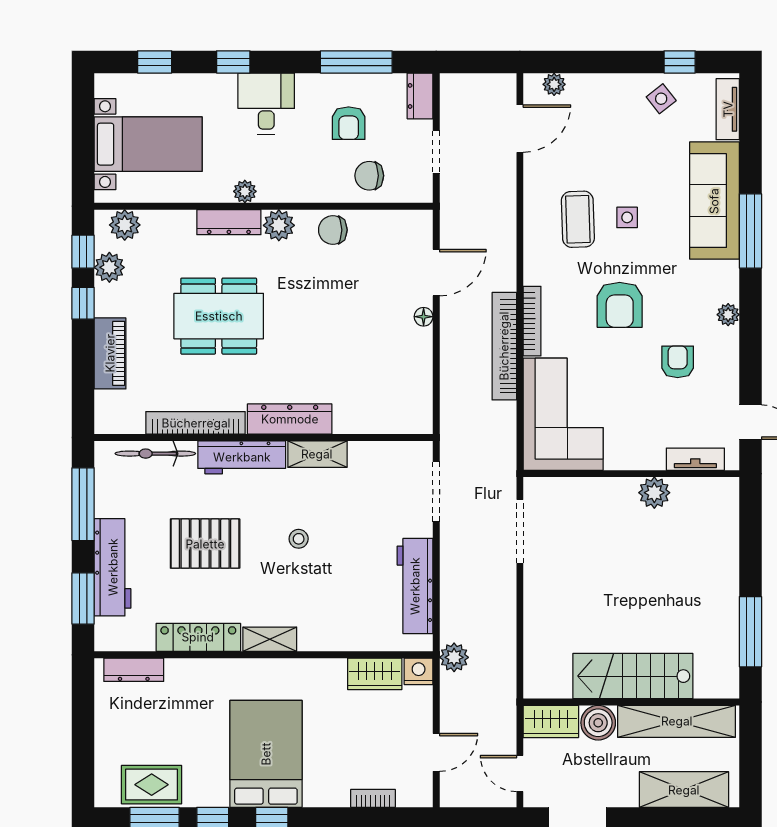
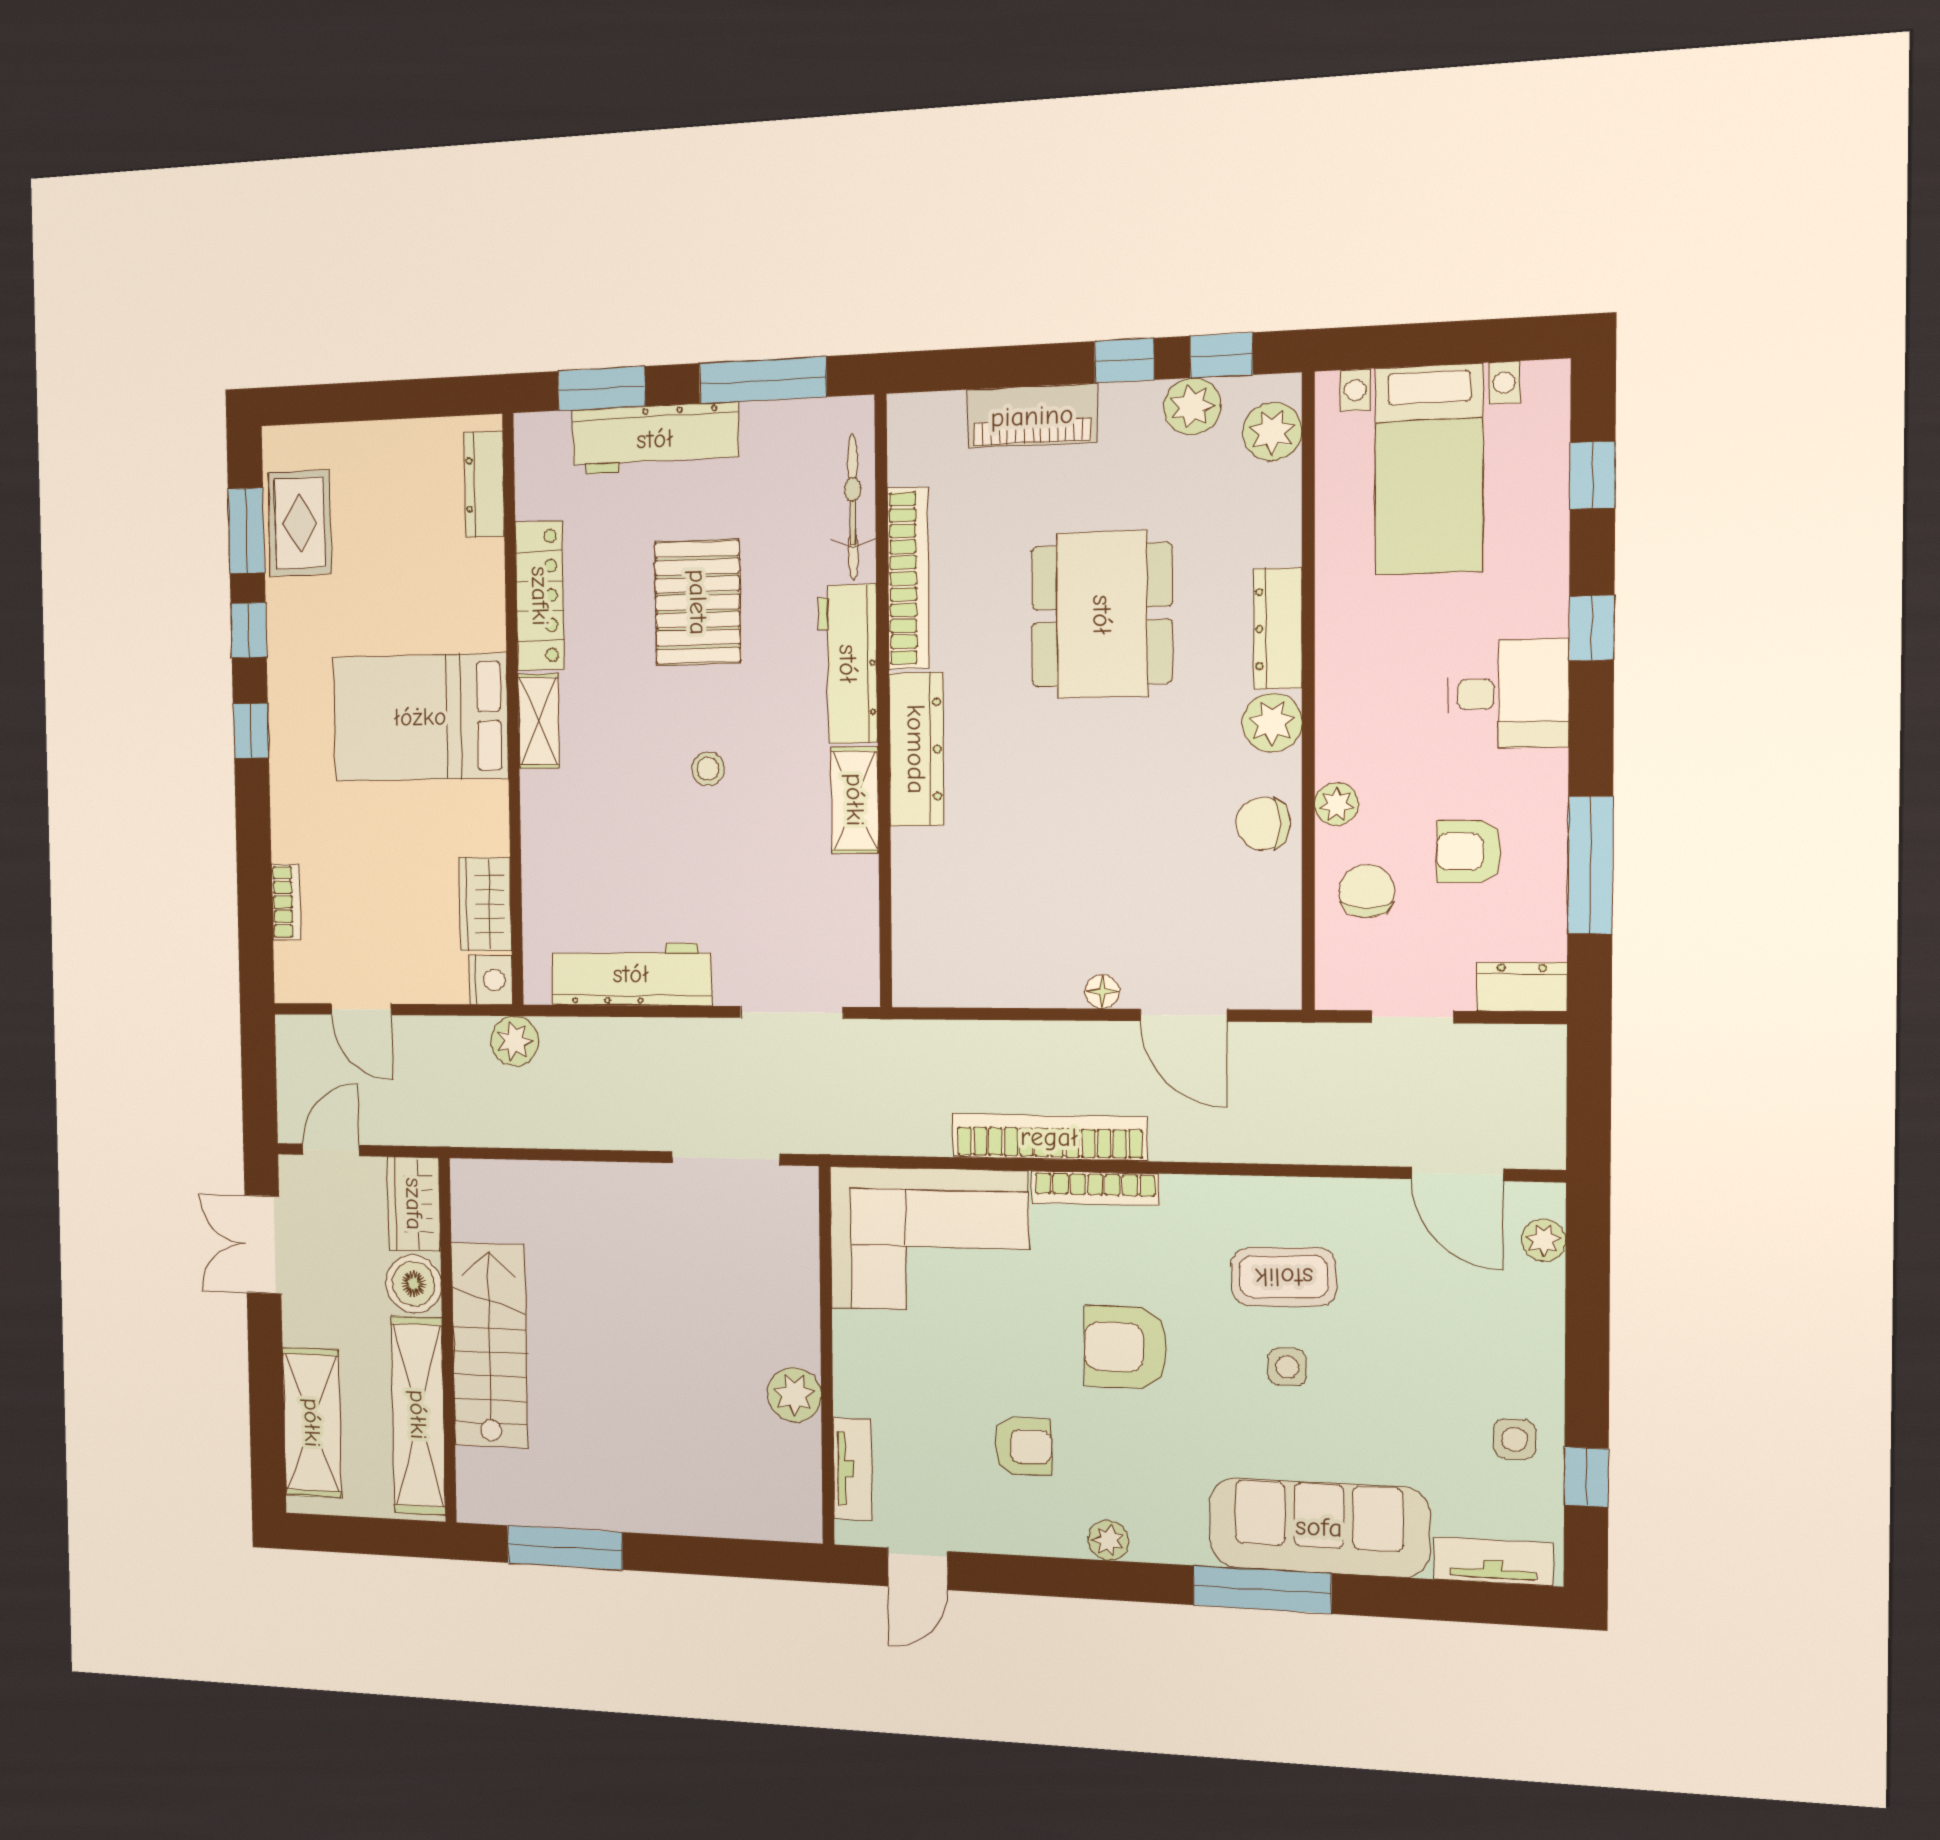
side table: (661, 99) -> (1514, 1439), turned 38
plant: (245, 191) -> (1336, 804), moved
chair: (333, 230) -> (1263, 824), turned -90
bed: (266, 754) -> (420, 717), moved, turned 180

